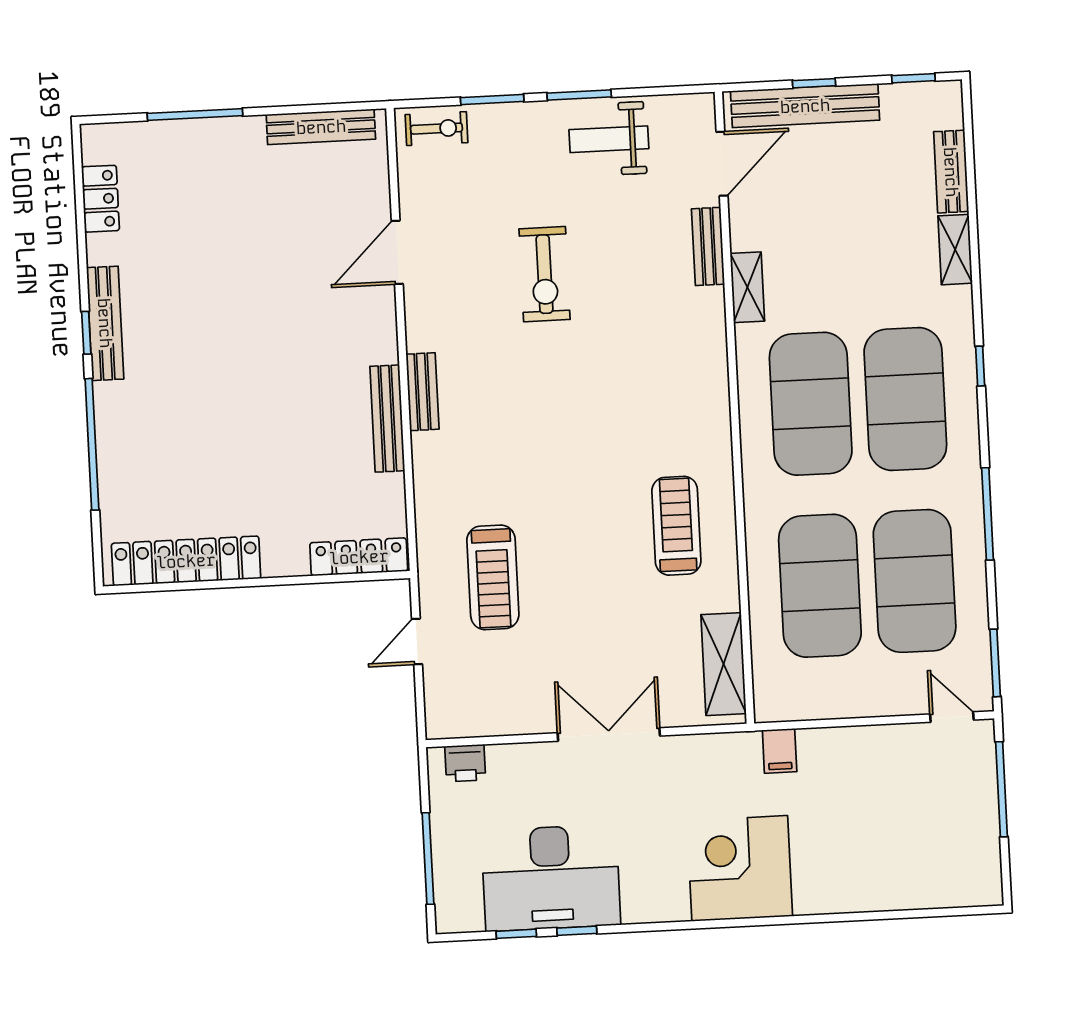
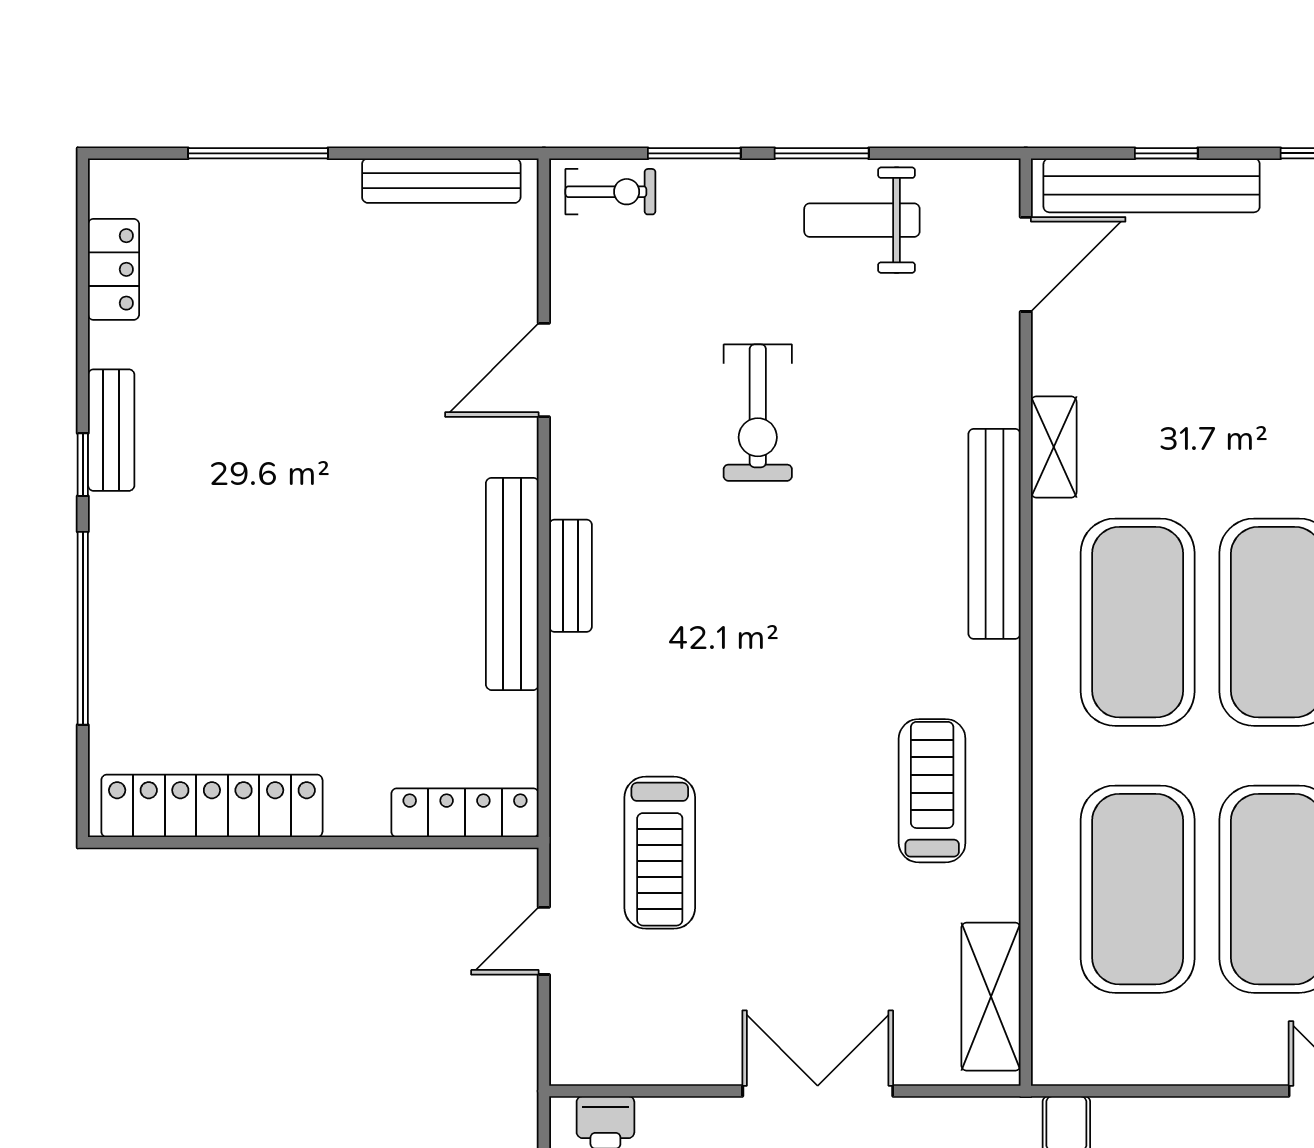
bench: (708, 246) -> (994, 534), moved, width x1.86, depth x1.21
bench: (105, 323) -> (111, 430), width x0.73
bench: (387, 419) -> (512, 584), width x1.37, depth x1.21

